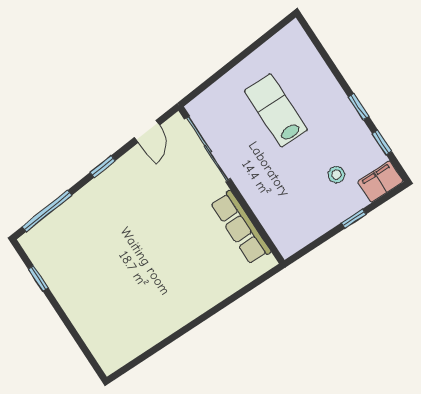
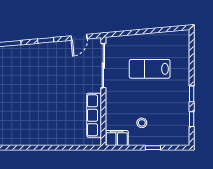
lab bench: (276, 110) -> (150, 69), turned -90
stool: (336, 175) -> (142, 123), moved
filing cabinet: (381, 182) -> (117, 138), moved

